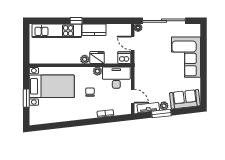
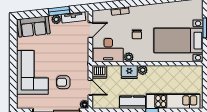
armchair: (158, 48) -> (63, 82), added
door: (133, 96) -> (90, 30), swing flipped

